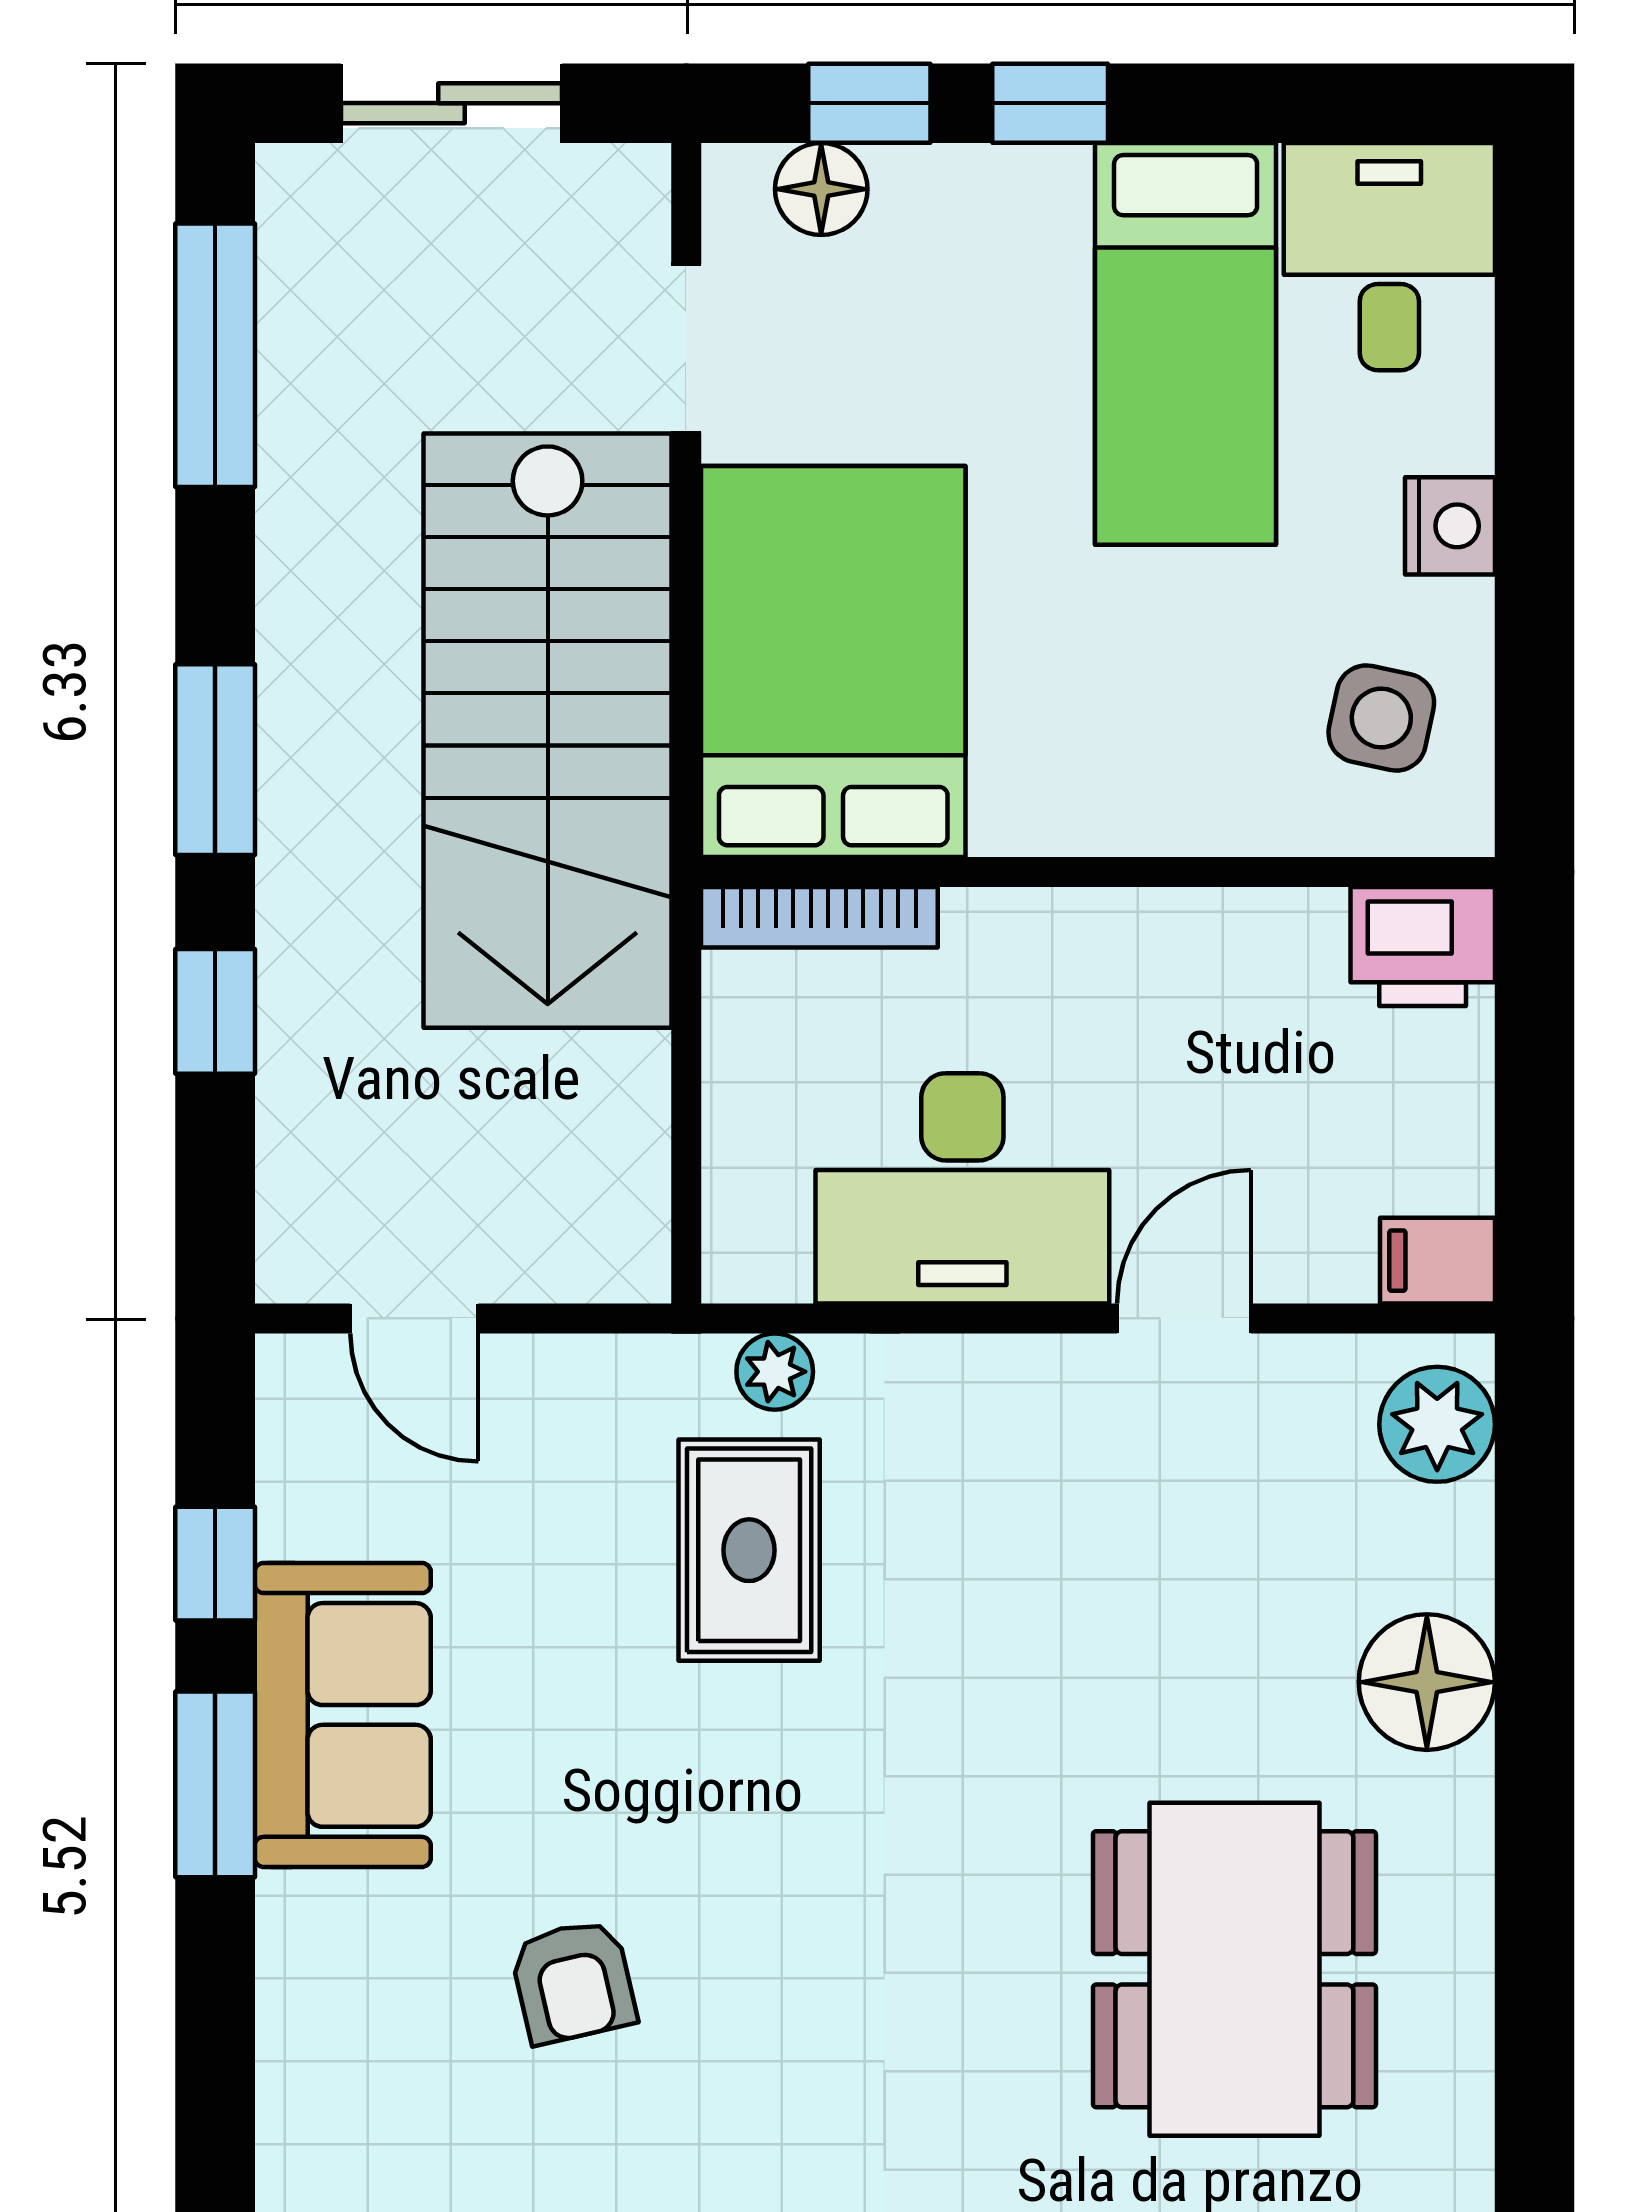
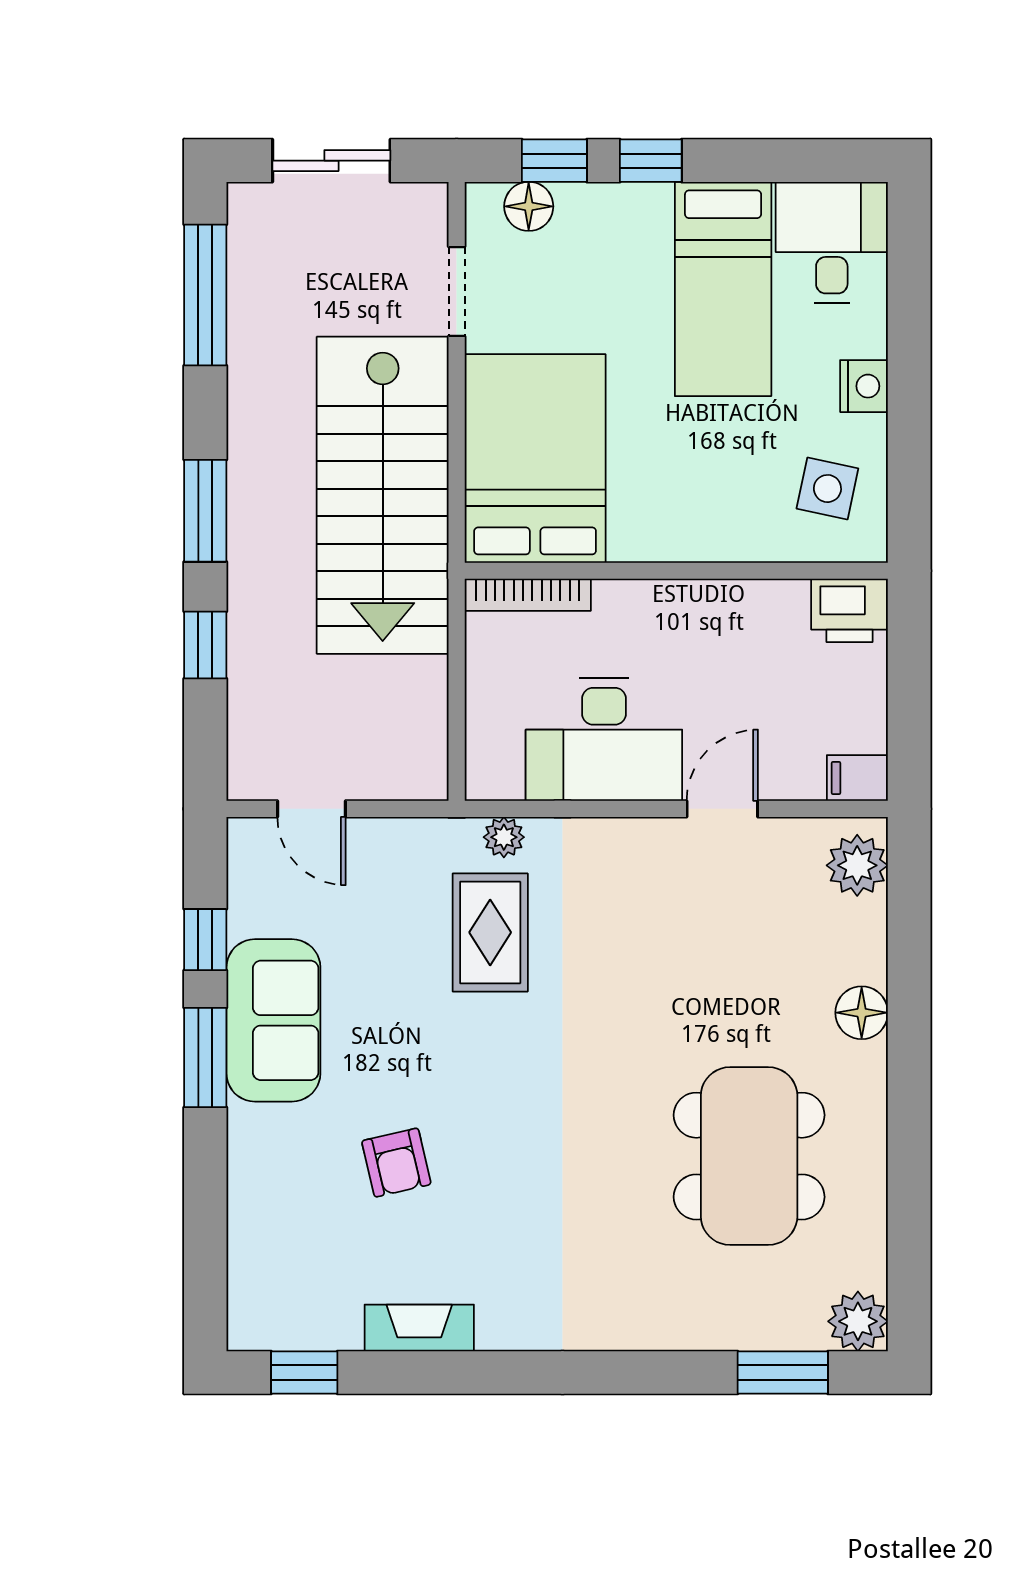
floor lamp: (1427, 1682) -> (862, 1013), width x0.73, depth x0.73

